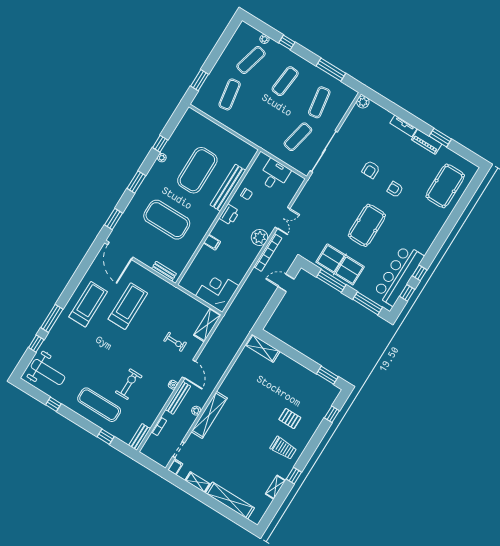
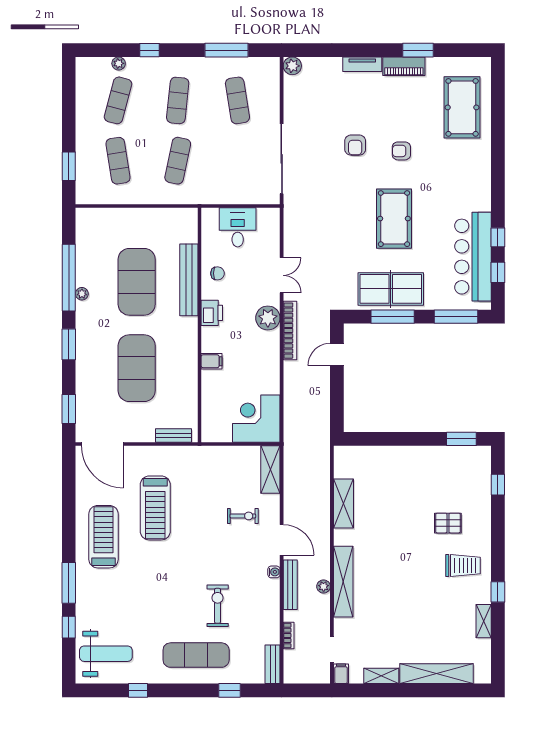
exercise mat: (298, 137) -> (178, 161), moved
window: (160, 144) -> (69, 278), width x3.17
exercise mat: (167, 220) -> (137, 368), turned 90
treadmill: (128, 306) -> (155, 508), turned 180
shelving: (262, 348) -> (343, 503), moved, turned 90

